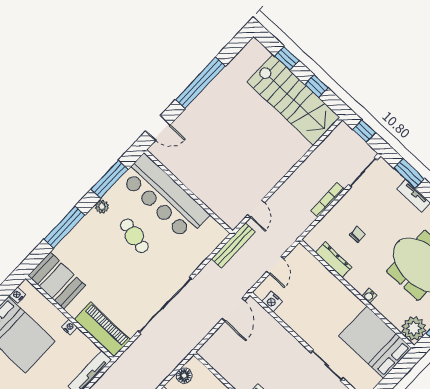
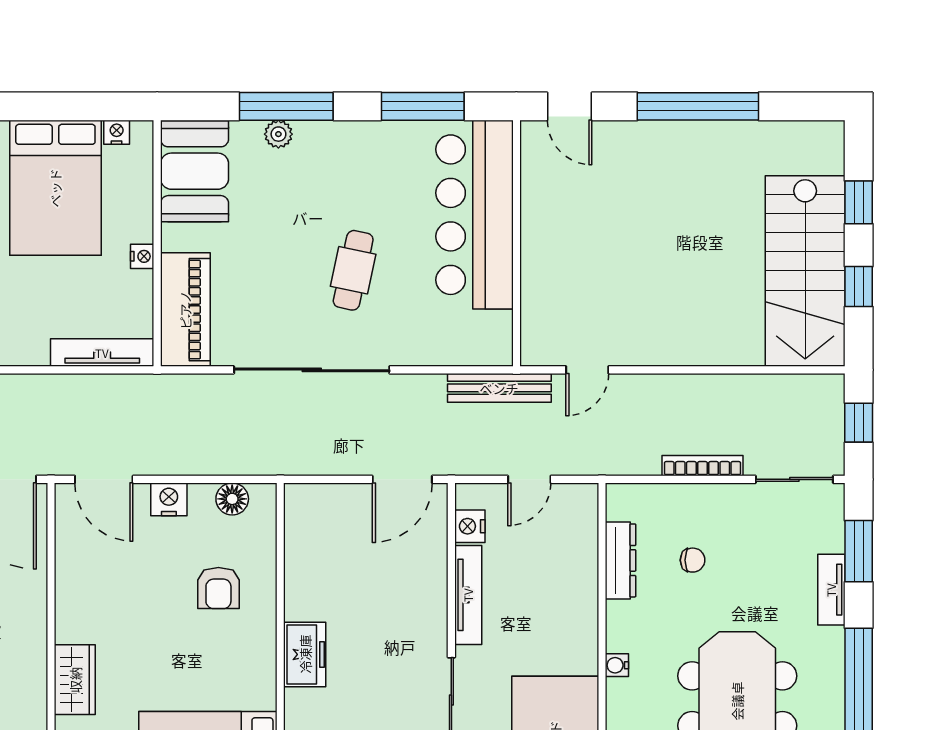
plant: (102, 207) -> (278, 134), moved
cafe table: (134, 236) -> (353, 270), moved
tv unit: (296, 325) -> (468, 595), added

